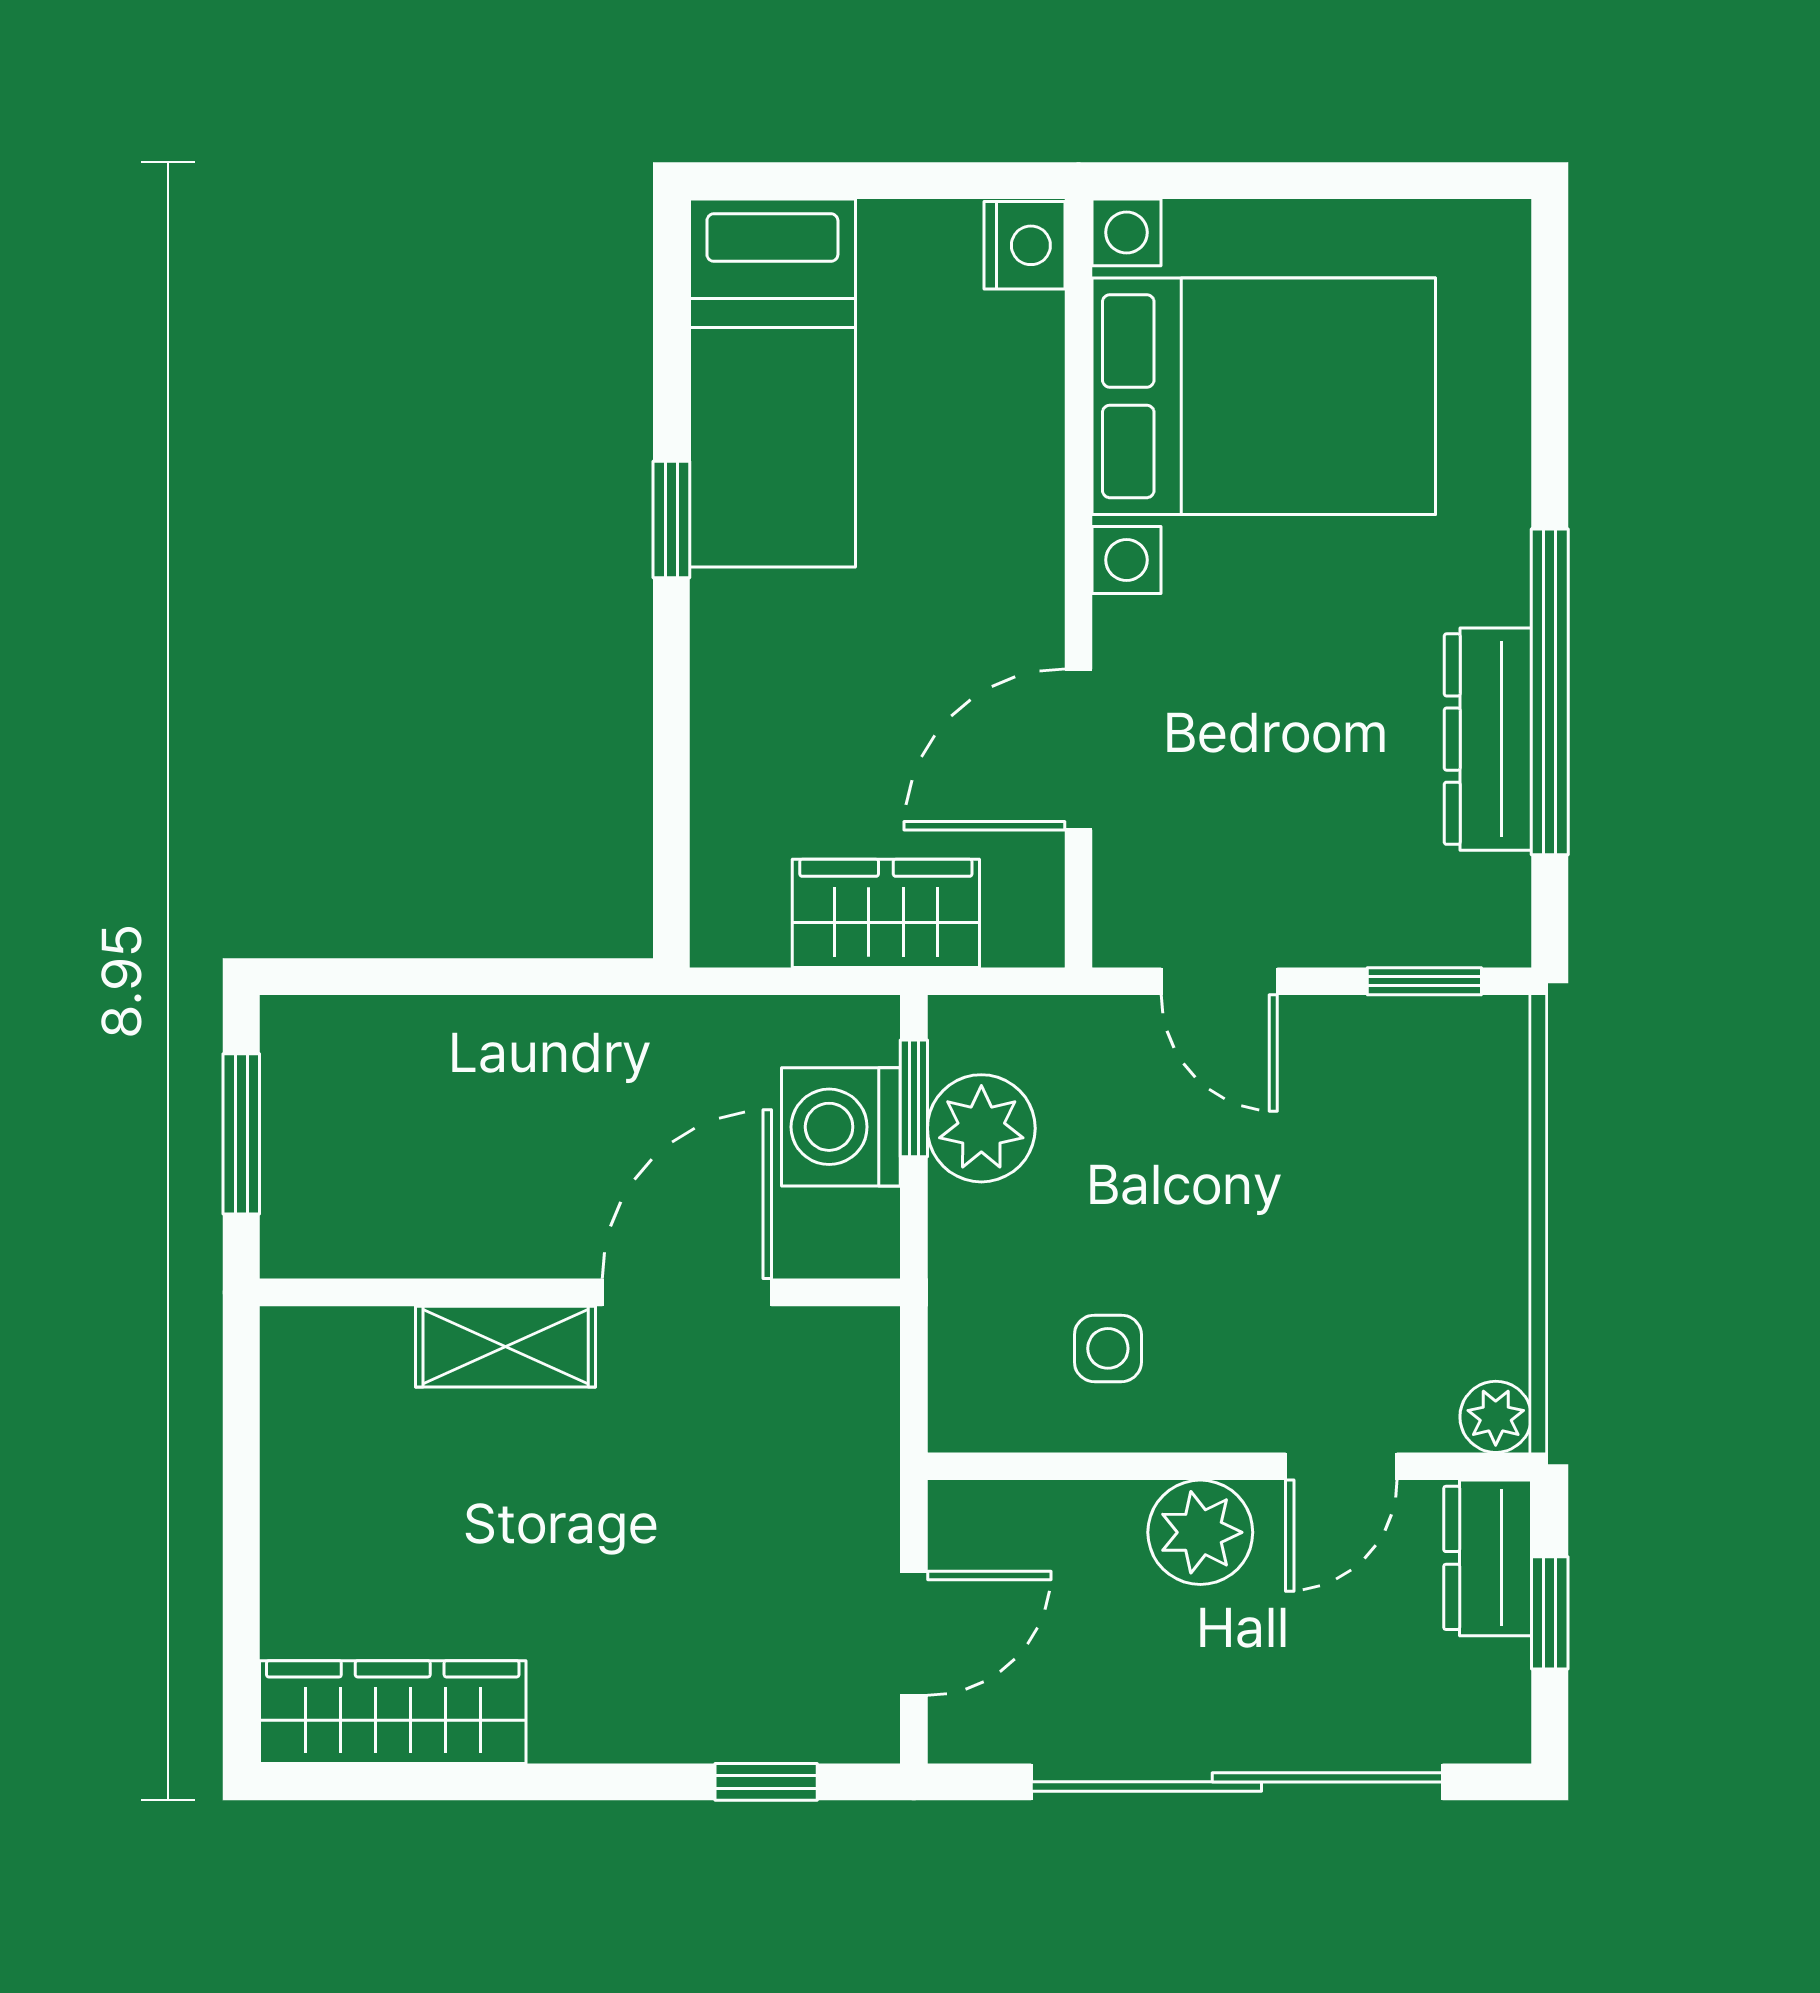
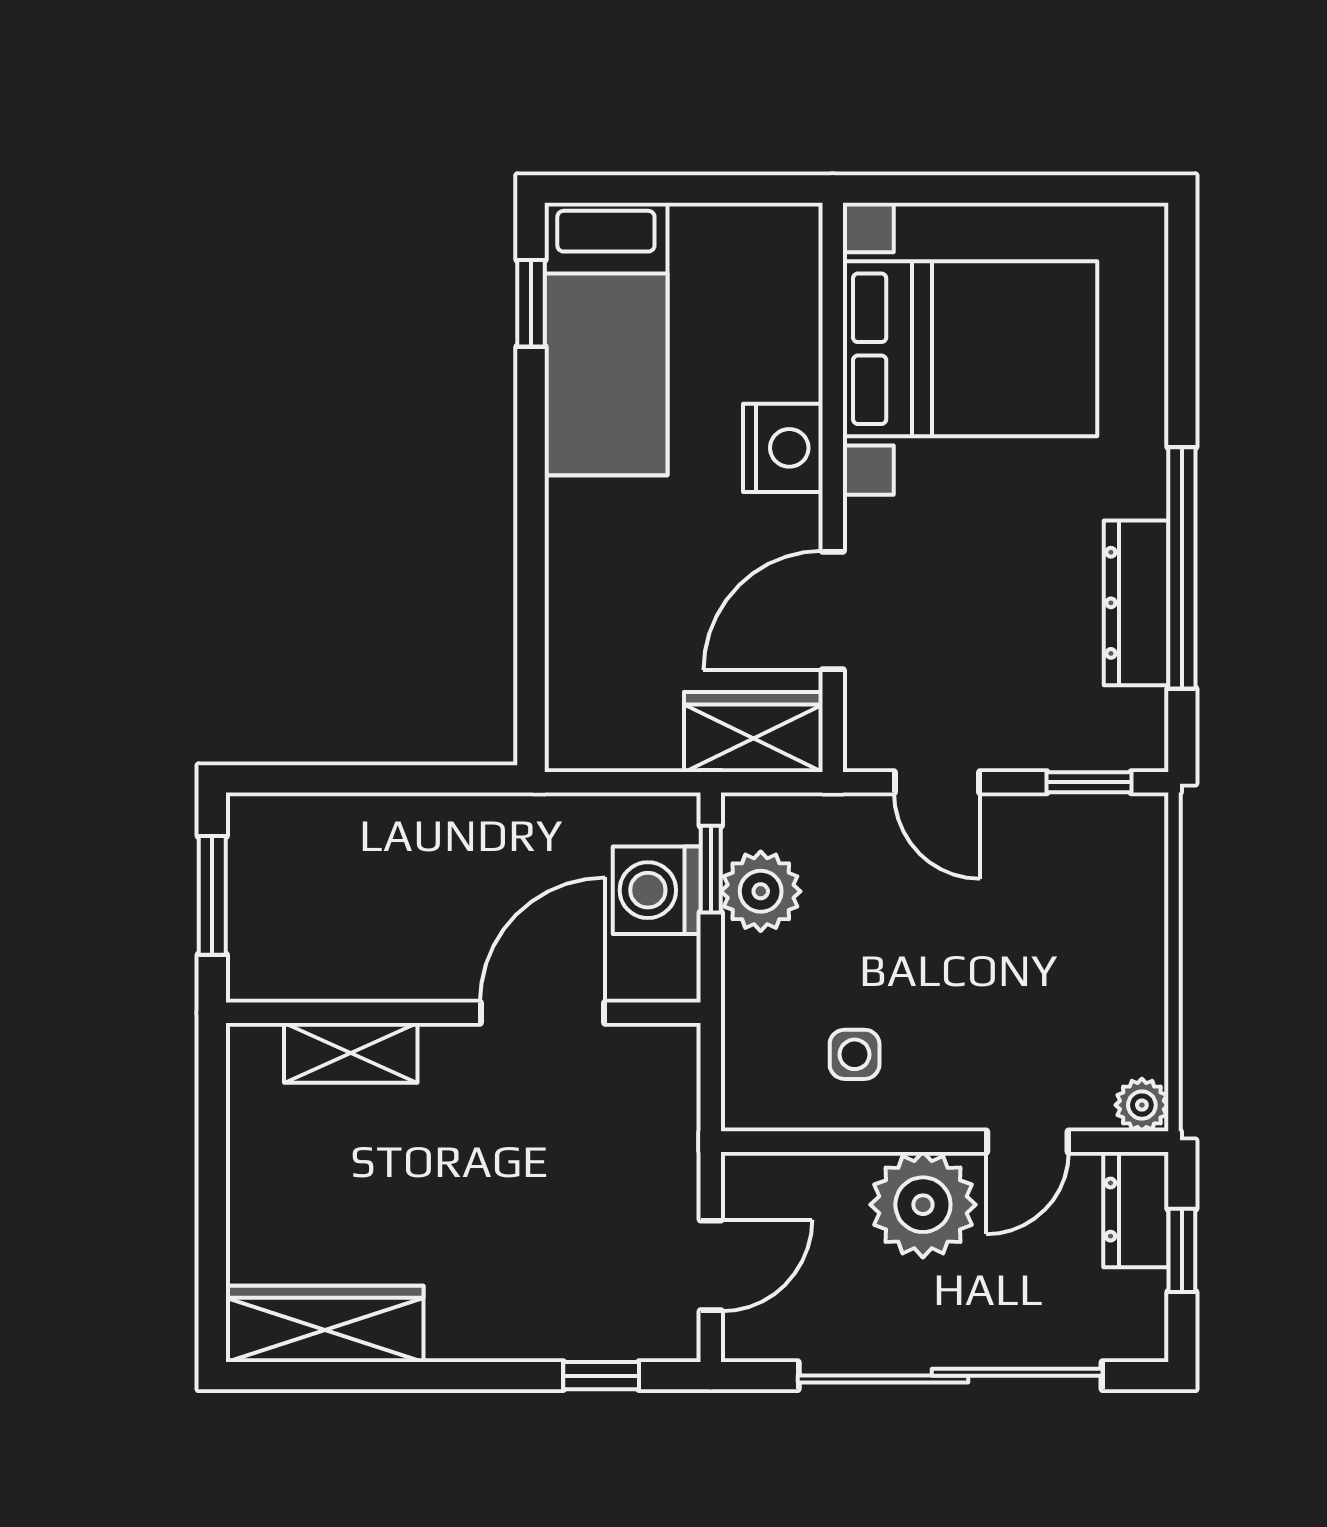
nightstand: (1024, 245) -> (783, 448), moved, width x1.36, depth x1.33
window: (671, 520) -> (531, 303), moved
wardrobe: (886, 913) -> (753, 732), moved
shelving: (506, 1347) -> (351, 1053), moved
plant: (1200, 1532) -> (923, 1205), width x1.36, depth x1.36

